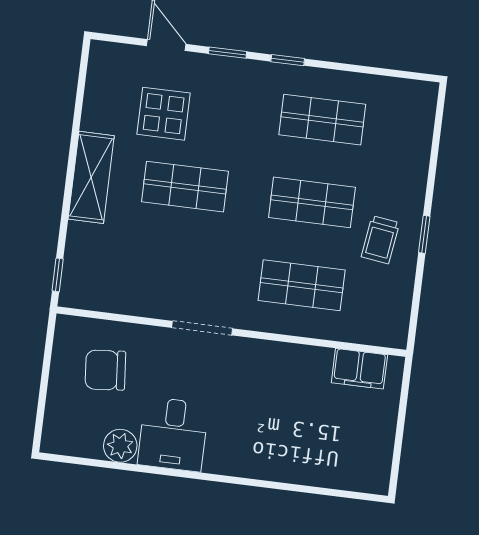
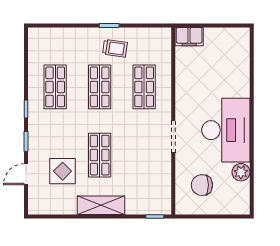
filing cabinet: (359, 369) -> (189, 37), moved, turned 90
chair: (105, 370) -> (202, 185), turned 95
desk: (173, 434) -> (226, 130), width x1.87, depth x1.30

